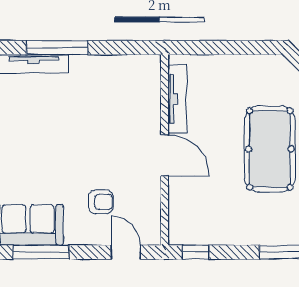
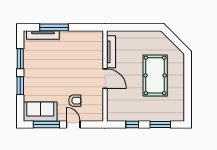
door: (126, 252) -> (73, 124), moved
window: (196, 252) -> (132, 124), moved

